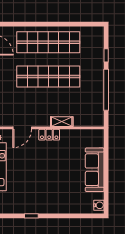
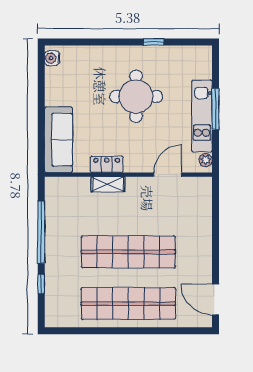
locker: (49, 135) -> (107, 164), moved
sofa: (95, 170) -> (58, 140), moved
round table: (43, 180) -> (136, 96), added

